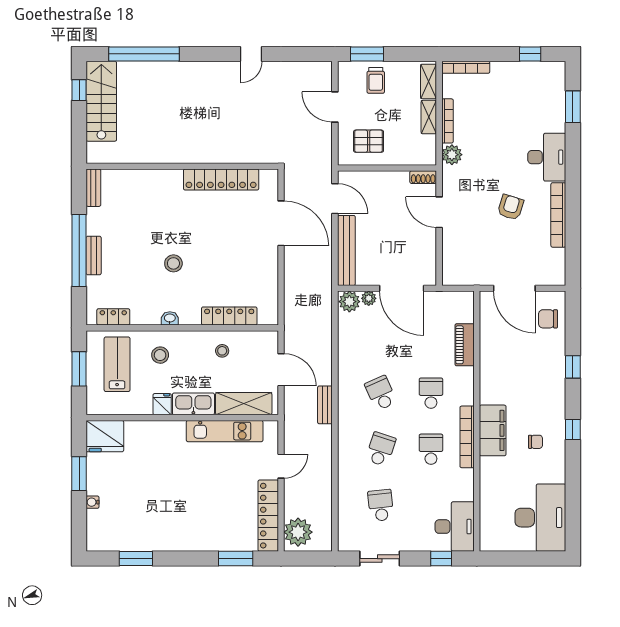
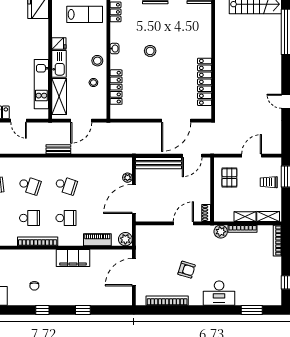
bookcase: (558, 215) -> (167, 301), moved
plant: (349, 302) -> (125, 239), moved
chair: (548, 319) -> (114, 294), removed
stool: (160, 355) -> (97, 61), moved
school desk: (381, 393) -> (66, 185), turned 42
filing cabinet: (493, 430) -> (73, 258), moved

